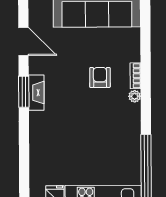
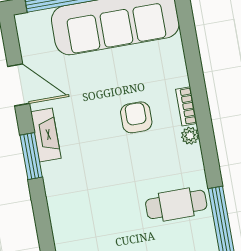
fireplace: (36, 93) -> (46, 135), moved
cafe table: (117, 142) -> (176, 204), added

